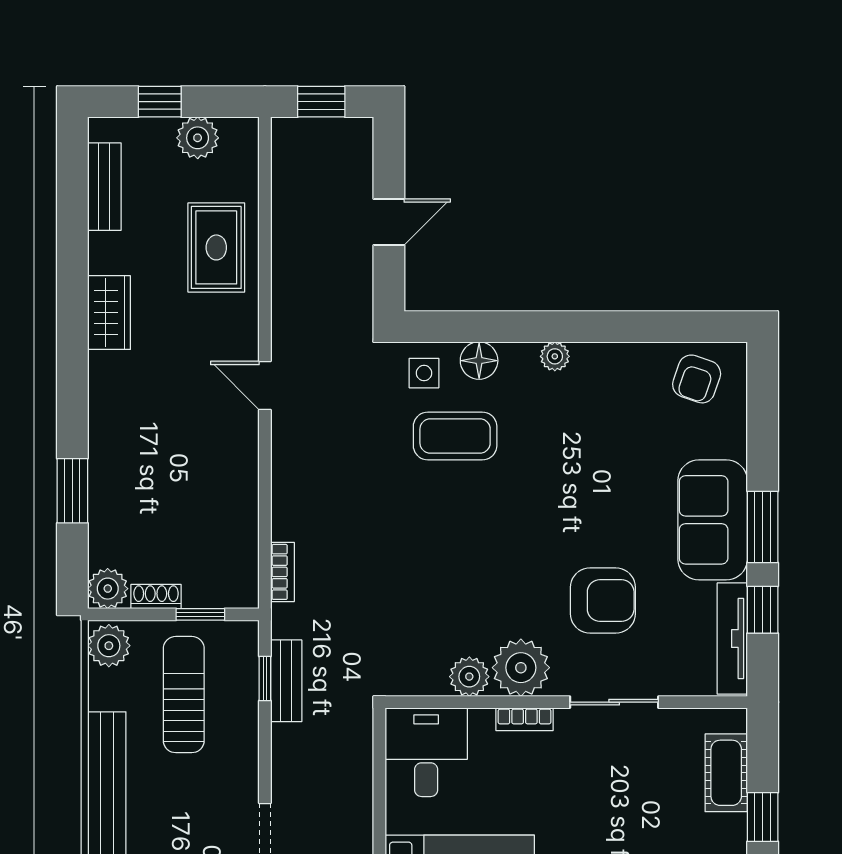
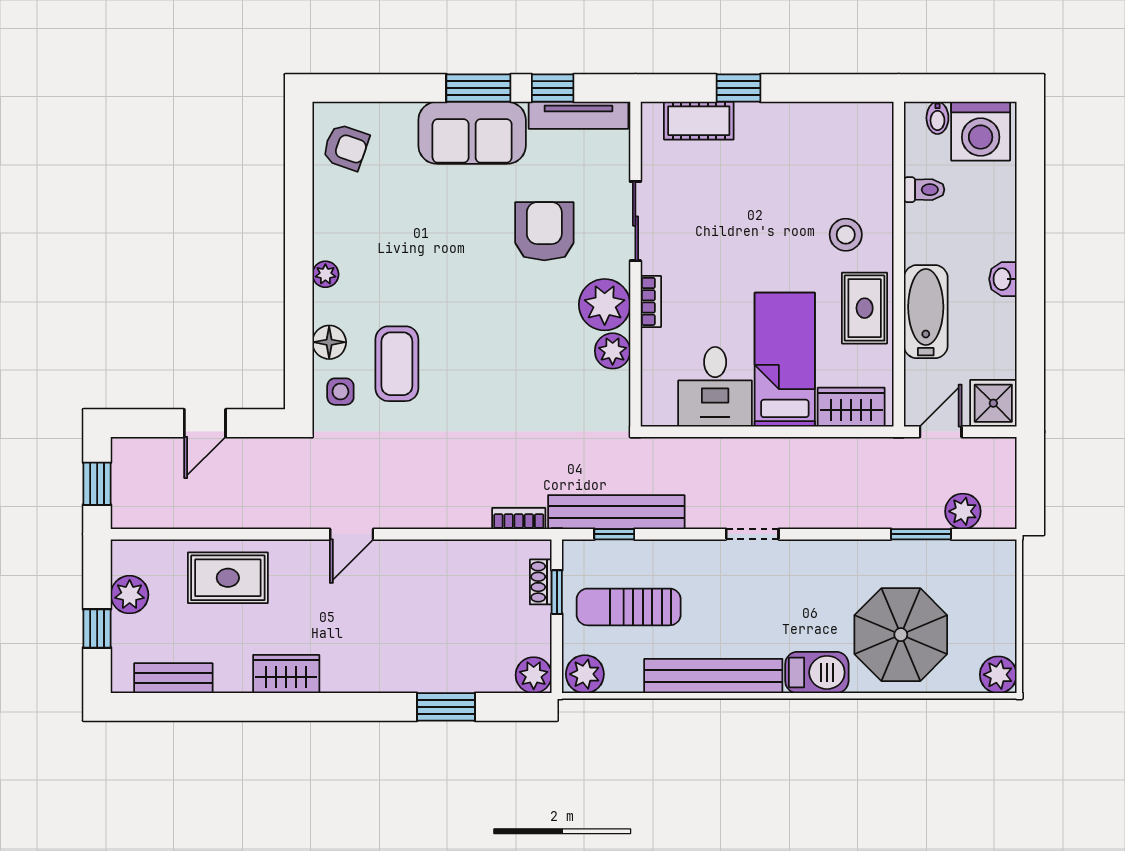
door: (389, 222) -> (205, 423), swing flipped
shoe rack: (156, 597) -> (541, 582), moved
bench: (286, 681) -> (616, 512), width x1.86, depth x1.21
desk: (426, 752) -> (715, 387), moved, turned -90

